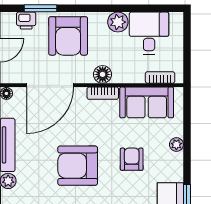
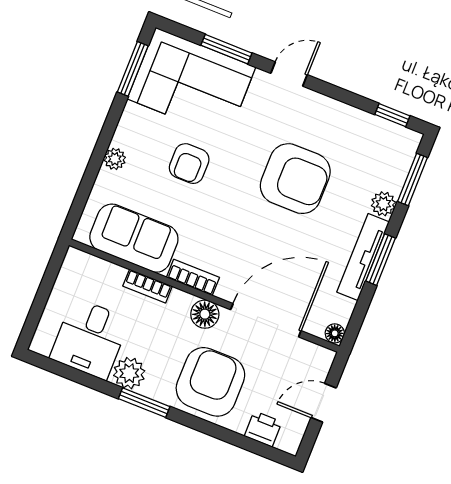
window: (40, 8) -> (144, 403), moved
floor lamp: (103, 74) -> (205, 314), moved
bookcase: (160, 77) -> (148, 286), moved
armchair: (78, 166) -> (295, 179), moved

